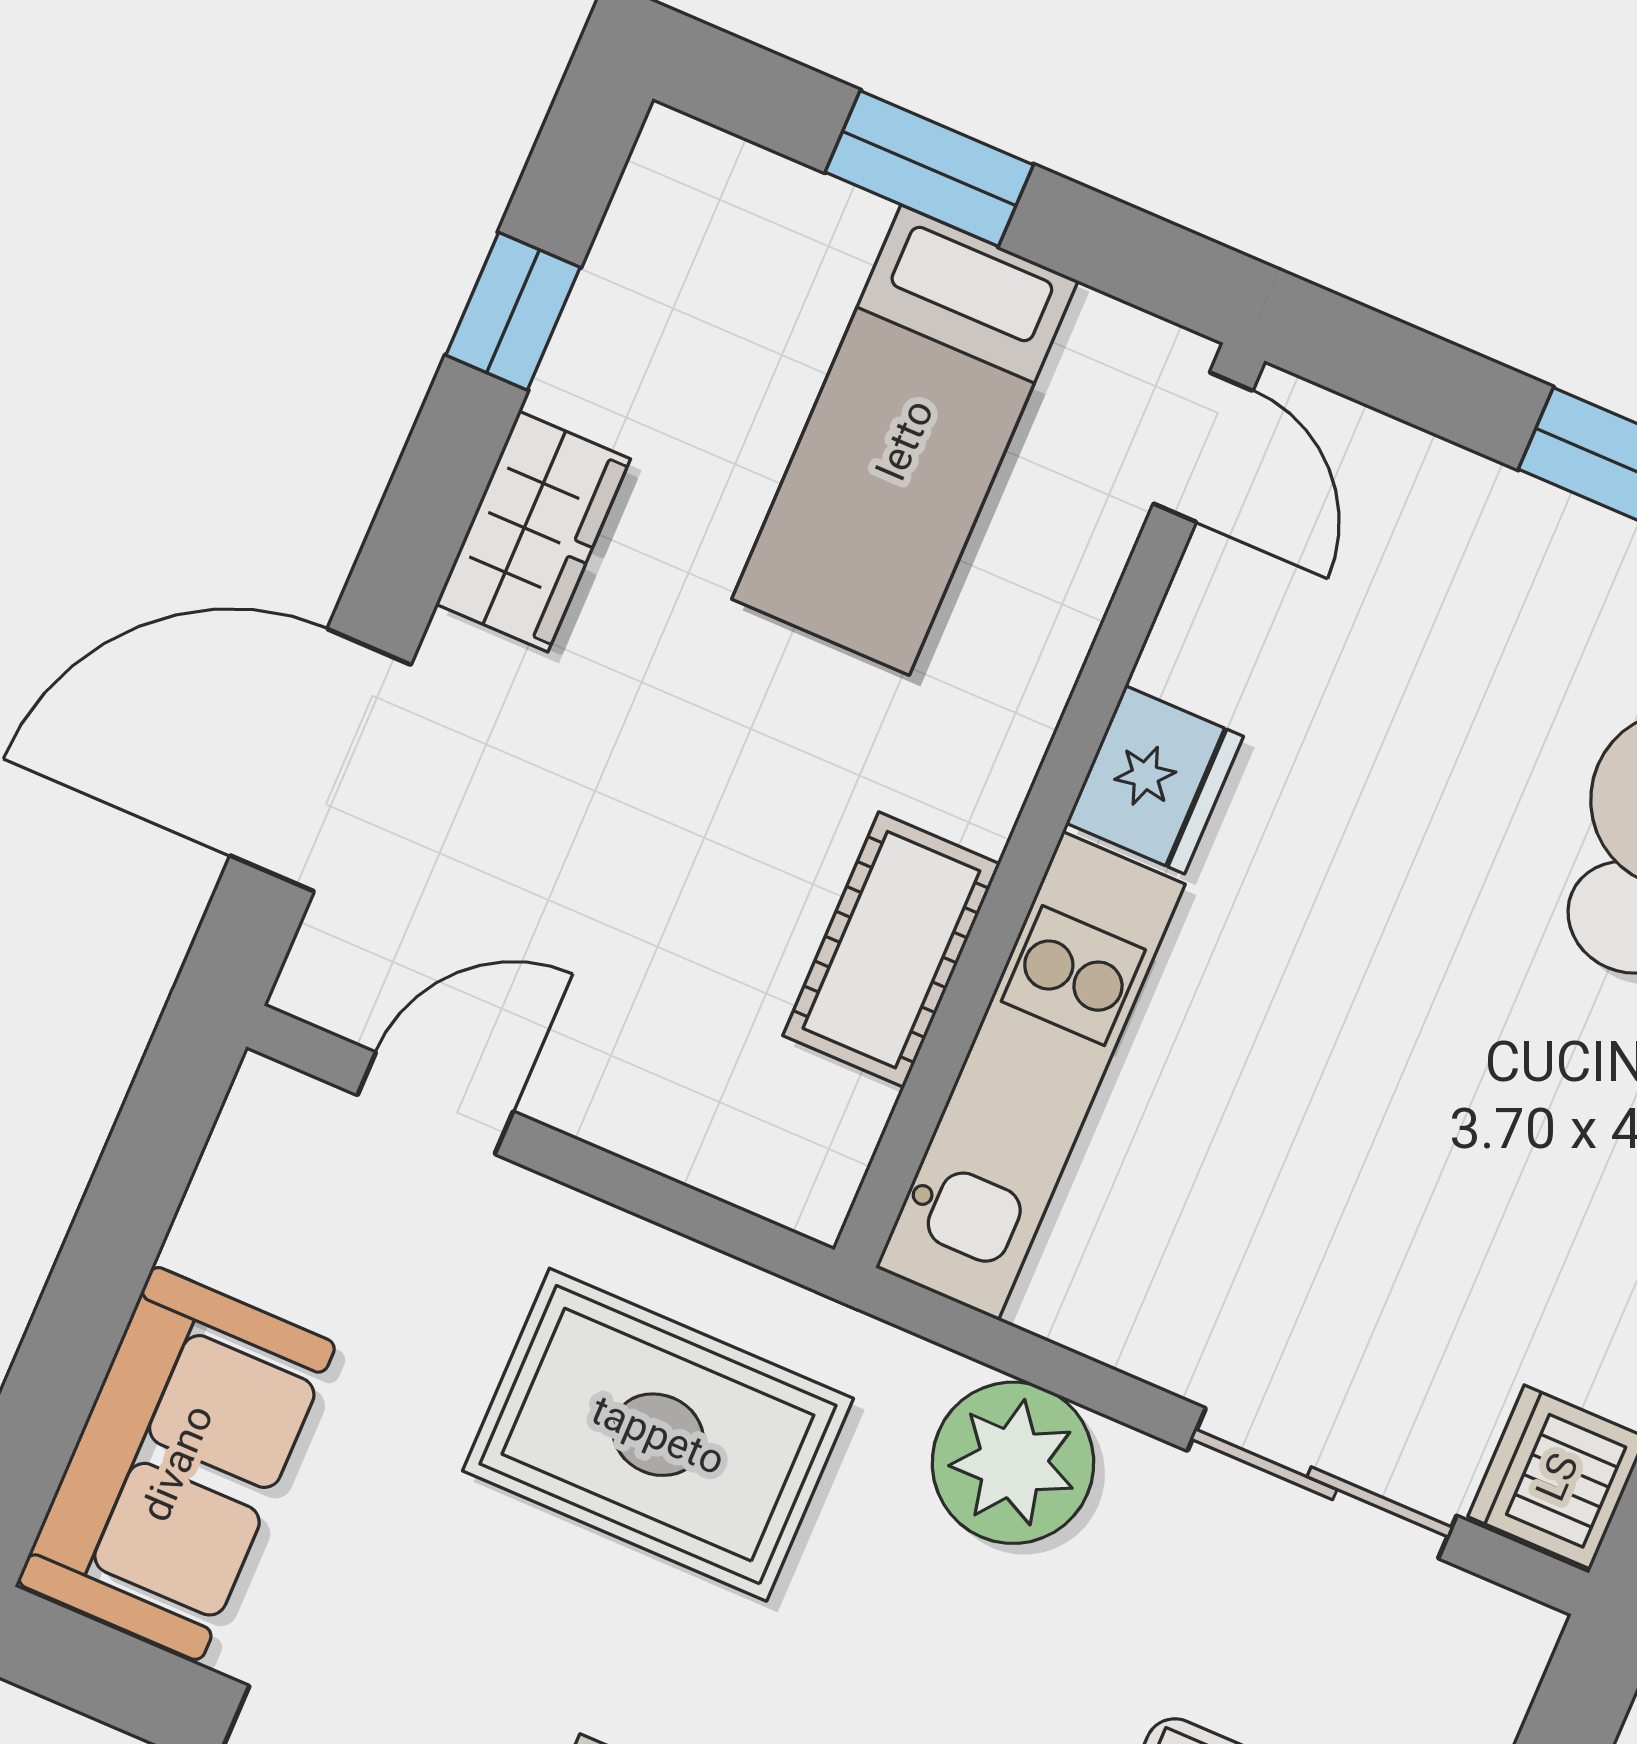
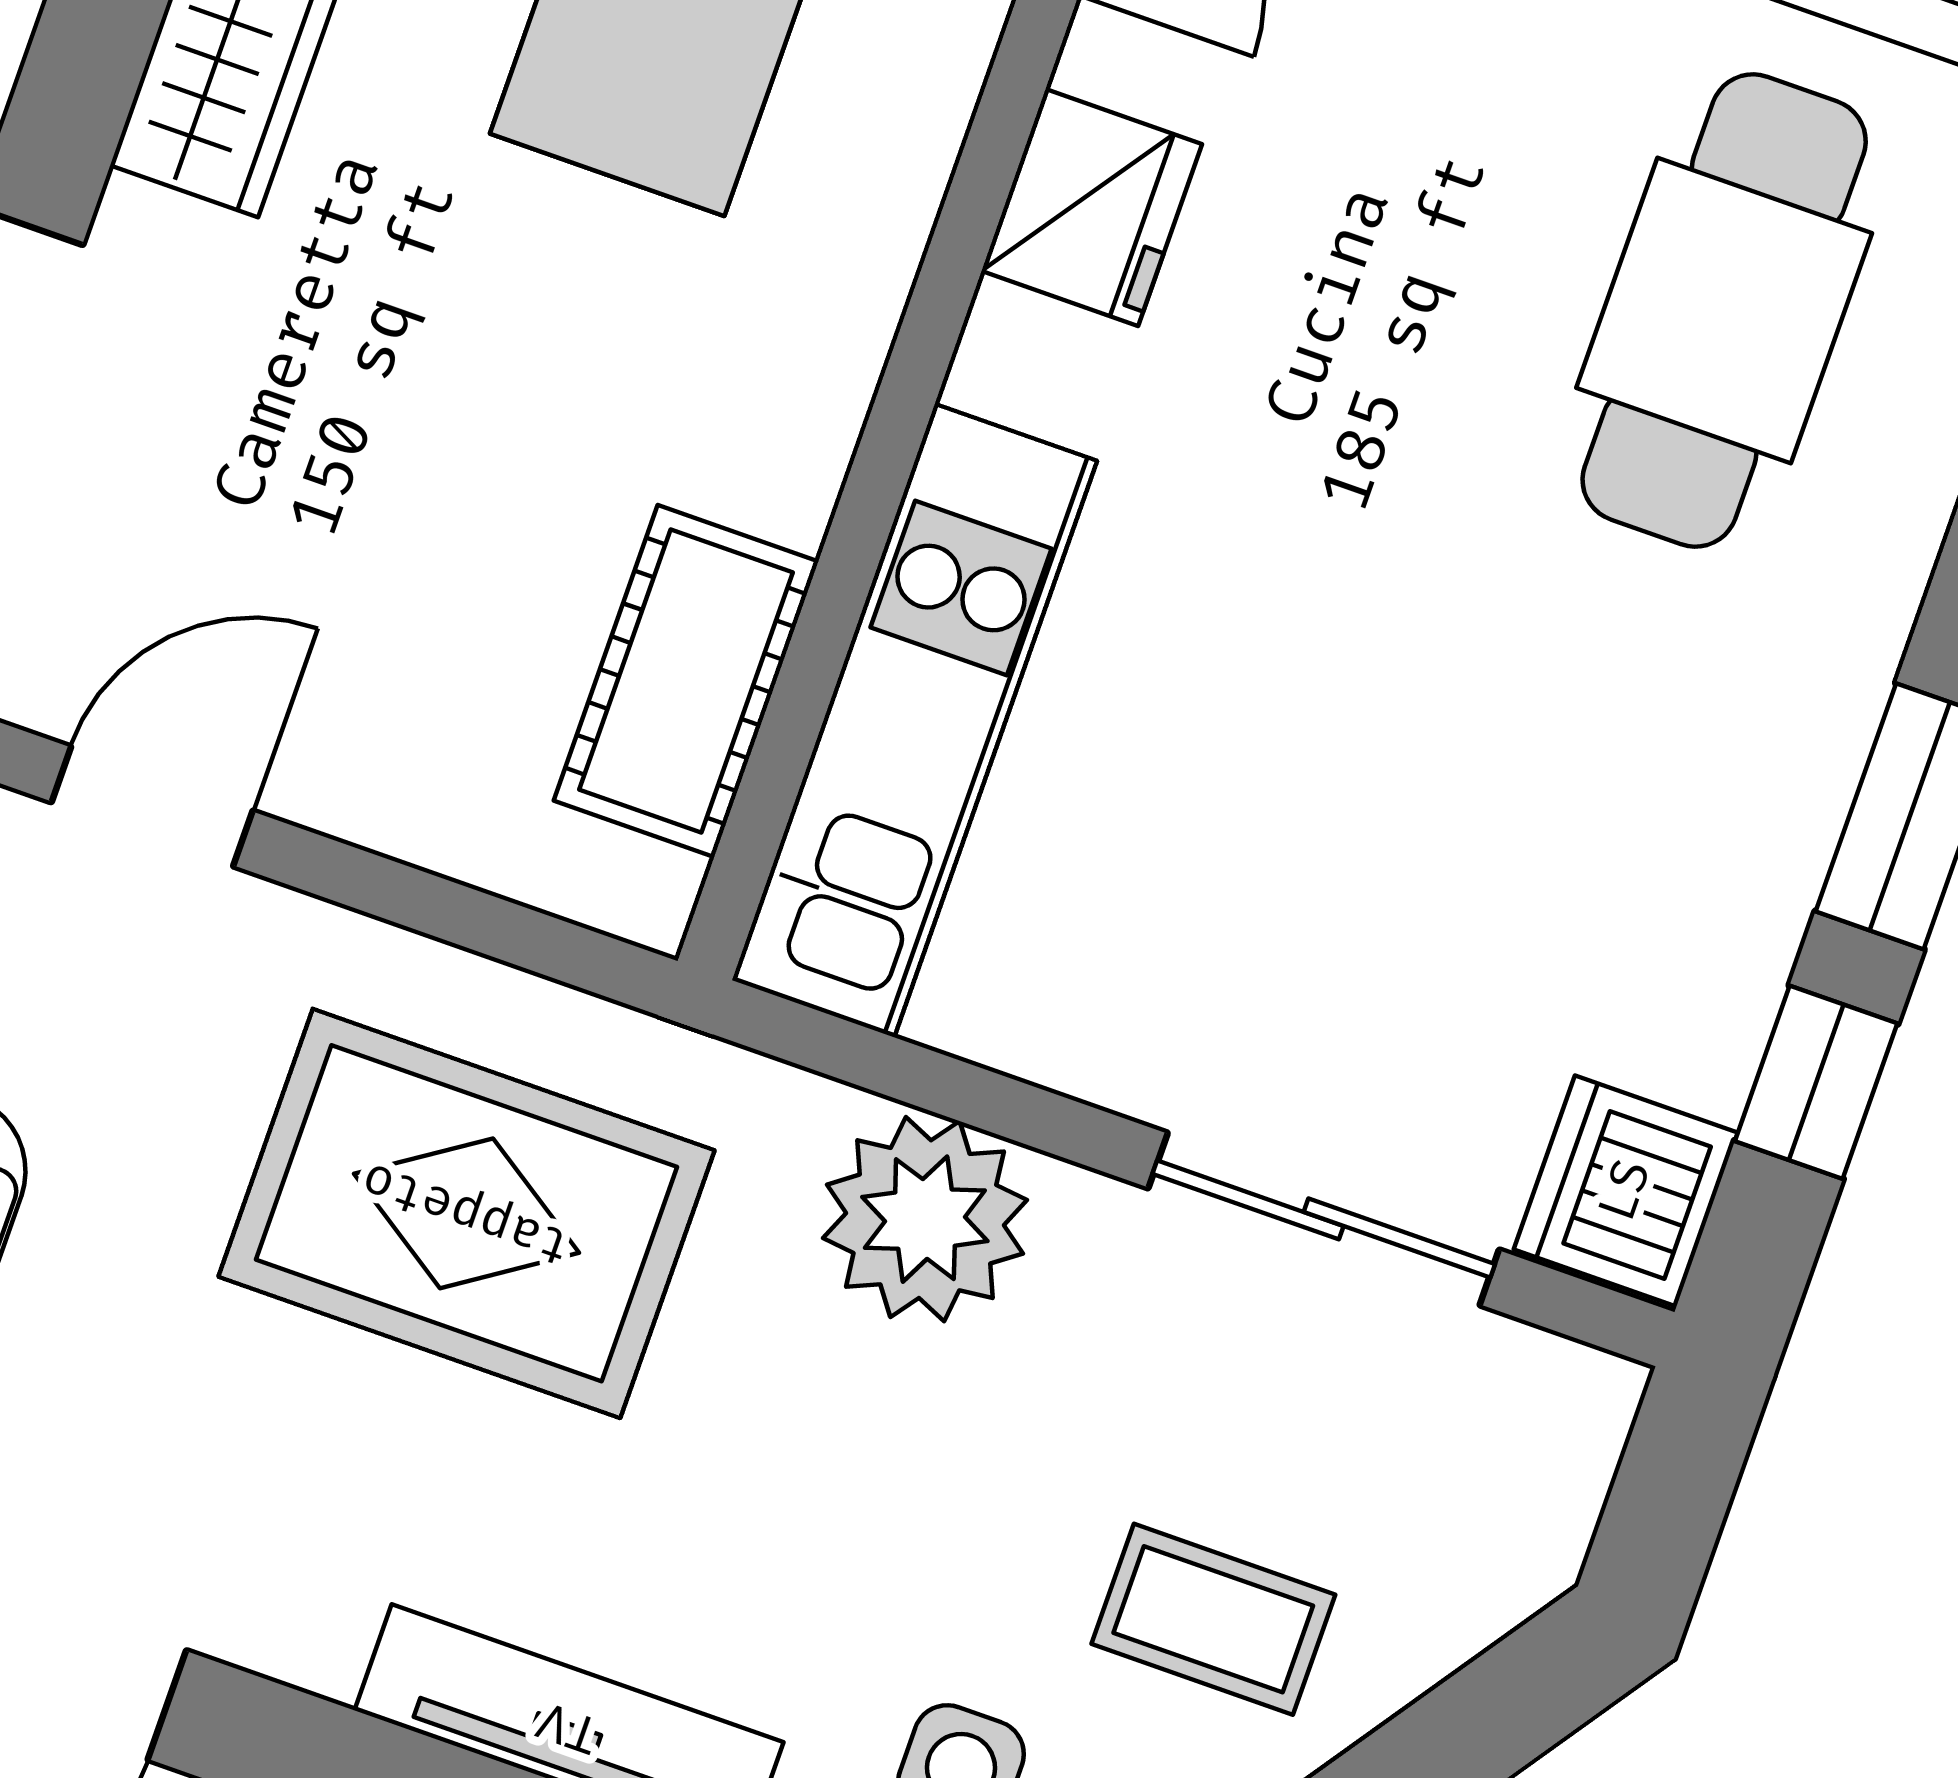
fridge: (1155, 780) -> (1092, 208), moved
cot: (891, 950) -> (686, 681), moved

